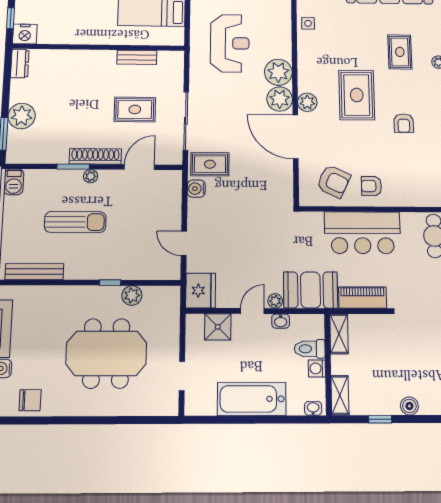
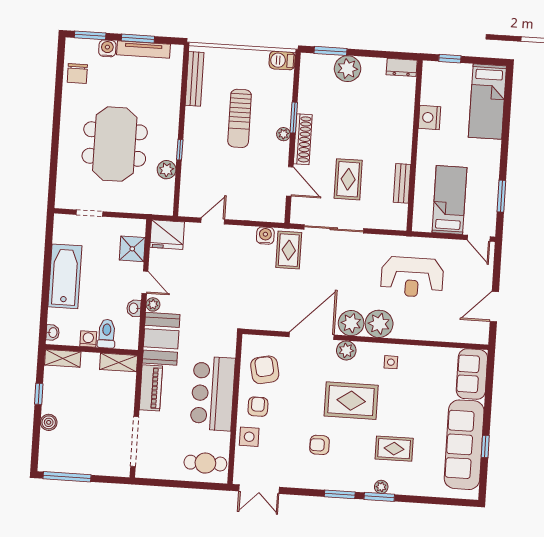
side table: (308, 23) -> (391, 362), moved
nightstand: (25, 34) -> (429, 118), moved
armchair: (334, 181) -> (265, 370), turned 143
side table: (403, 193) -> (249, 437), added

